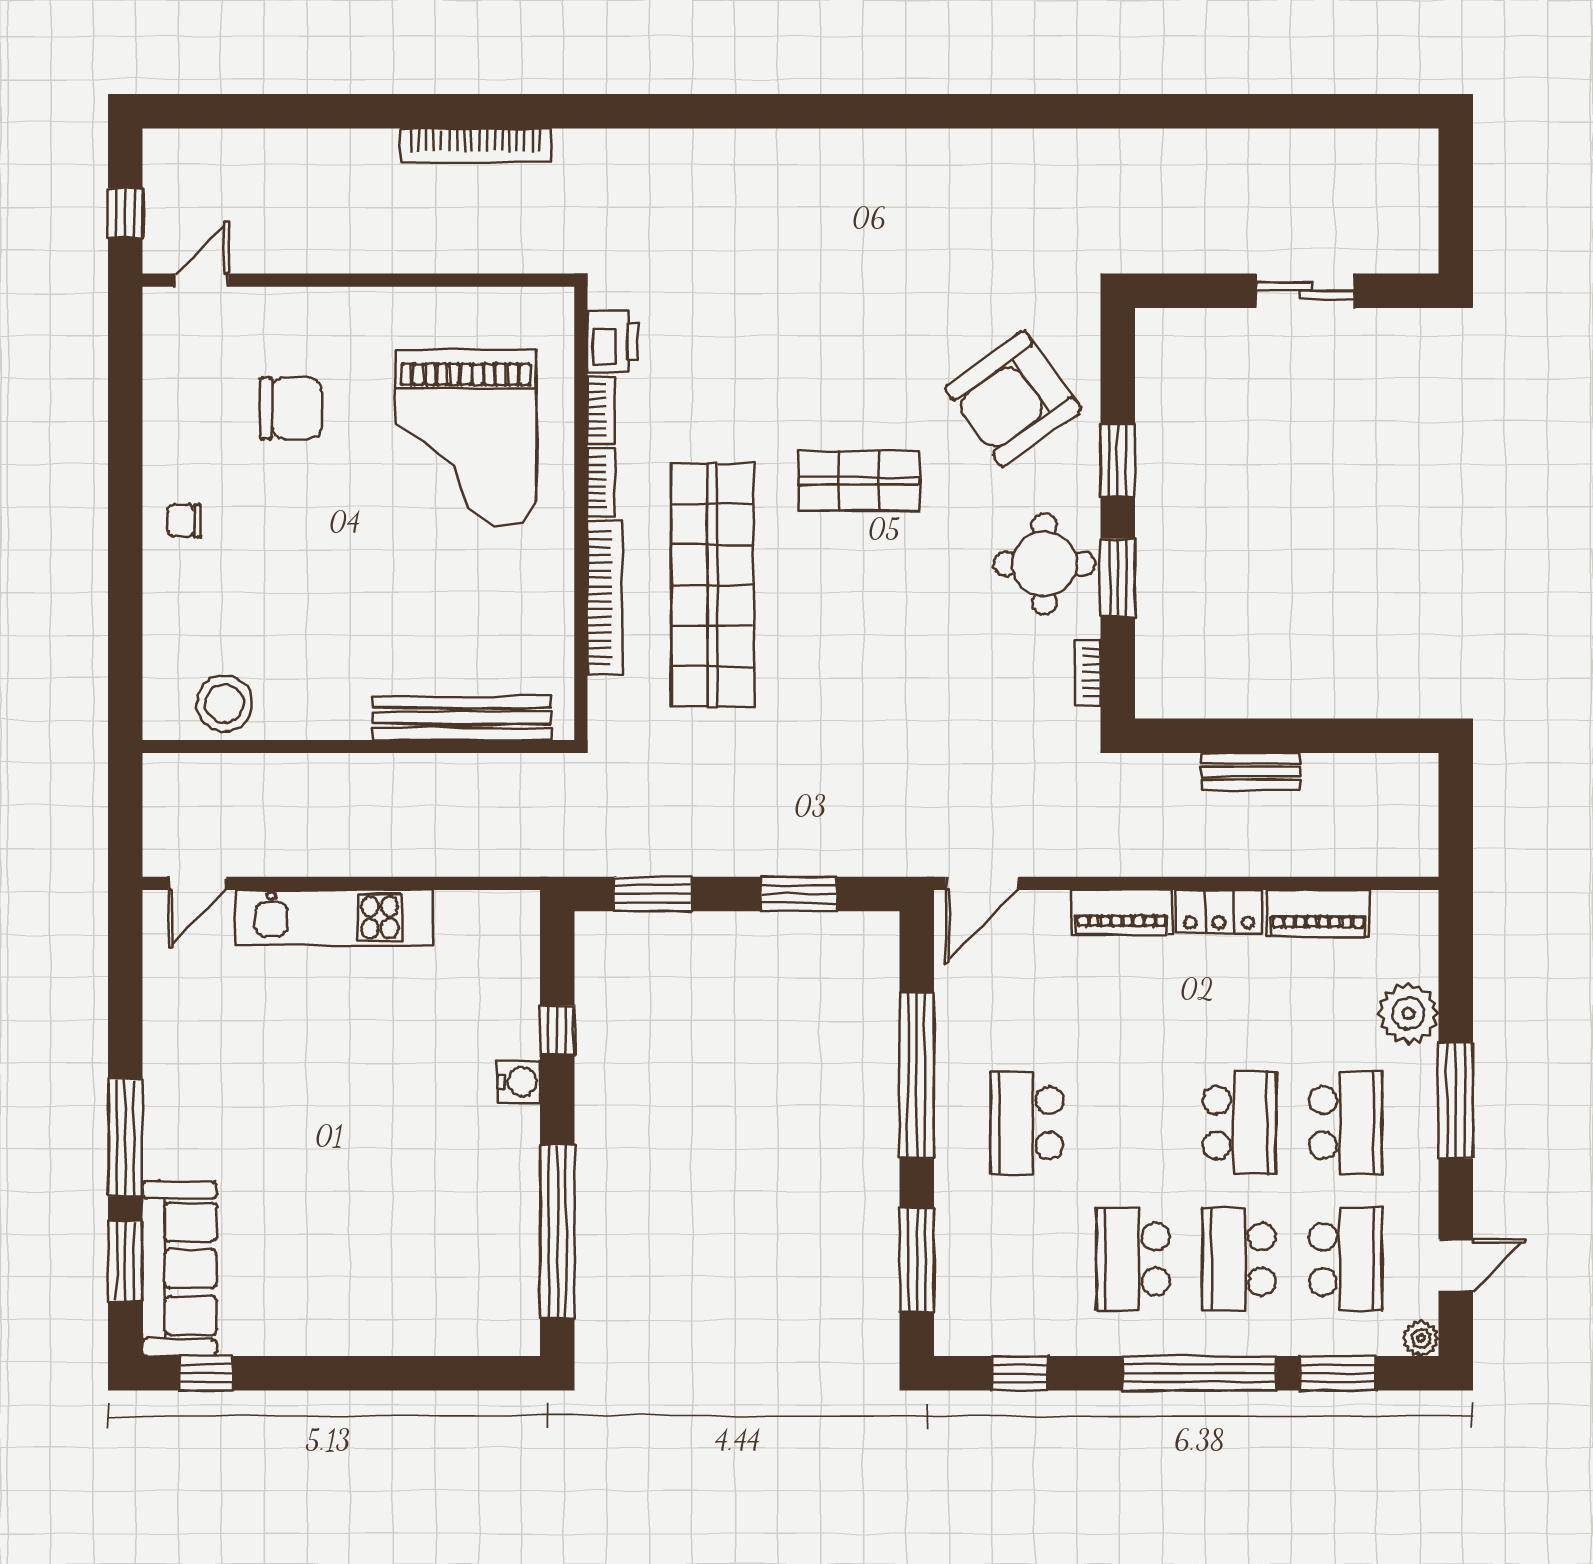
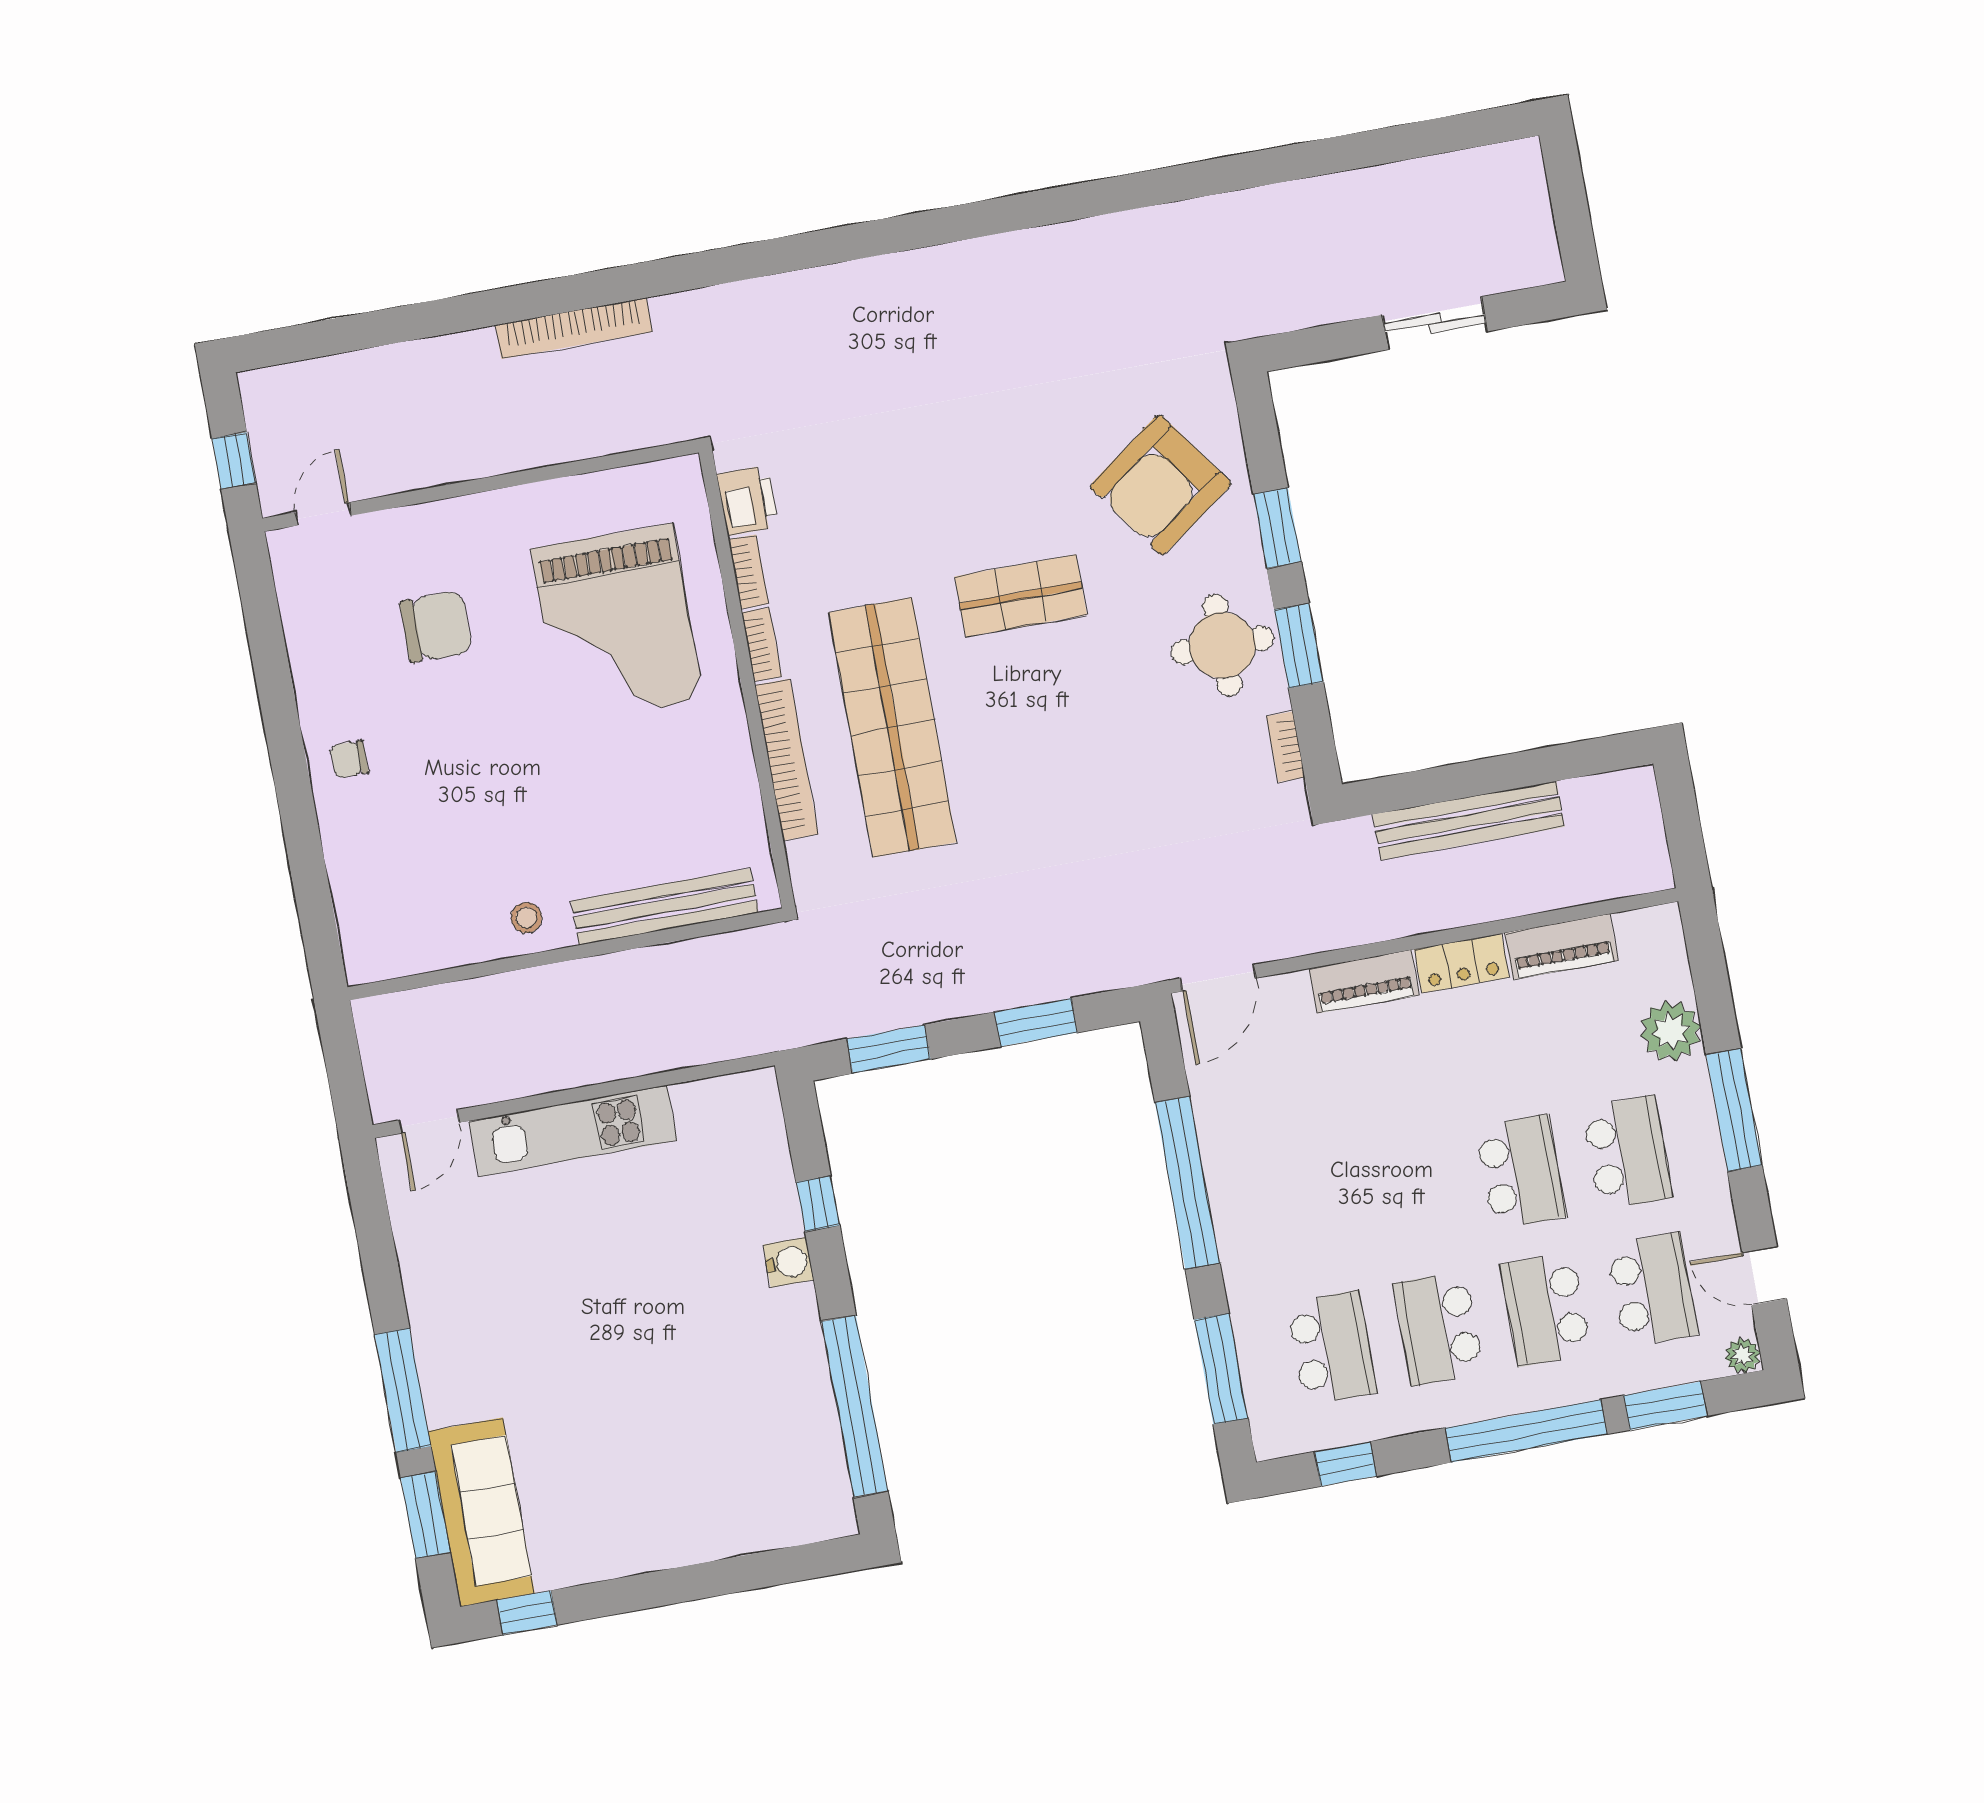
stool: (224, 703) -> (526, 918), moved, width x0.53, depth x0.53
bench: (1251, 772) -> (1469, 821), width x1.86, depth x1.21
school desk: (1027, 1123) -> (1332, 1348), moved, turned 180
door: (1456, 1265) -> (1764, 1276), swing flipped

